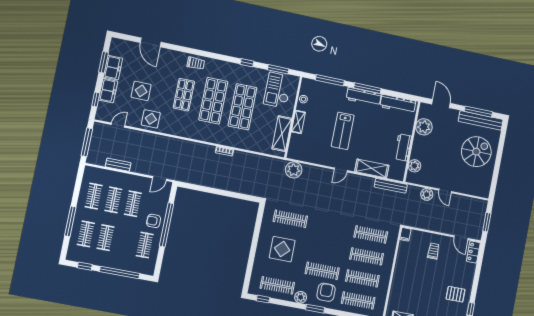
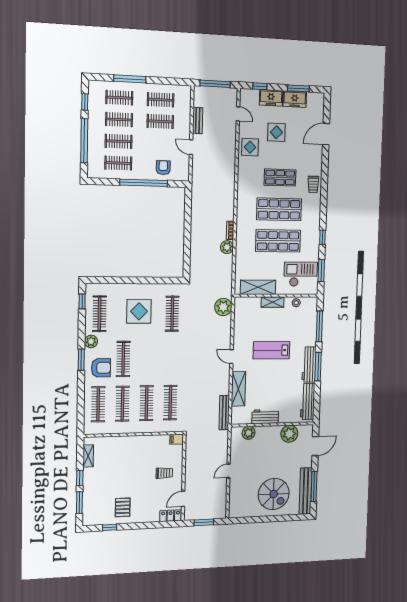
door: (160, 179) -> (191, 147), moved
plant: (427, 194) -> (227, 247), moved
clothes rail: (133, 204) -> (119, 141), moved
armchair: (154, 221) -> (163, 168), moved

